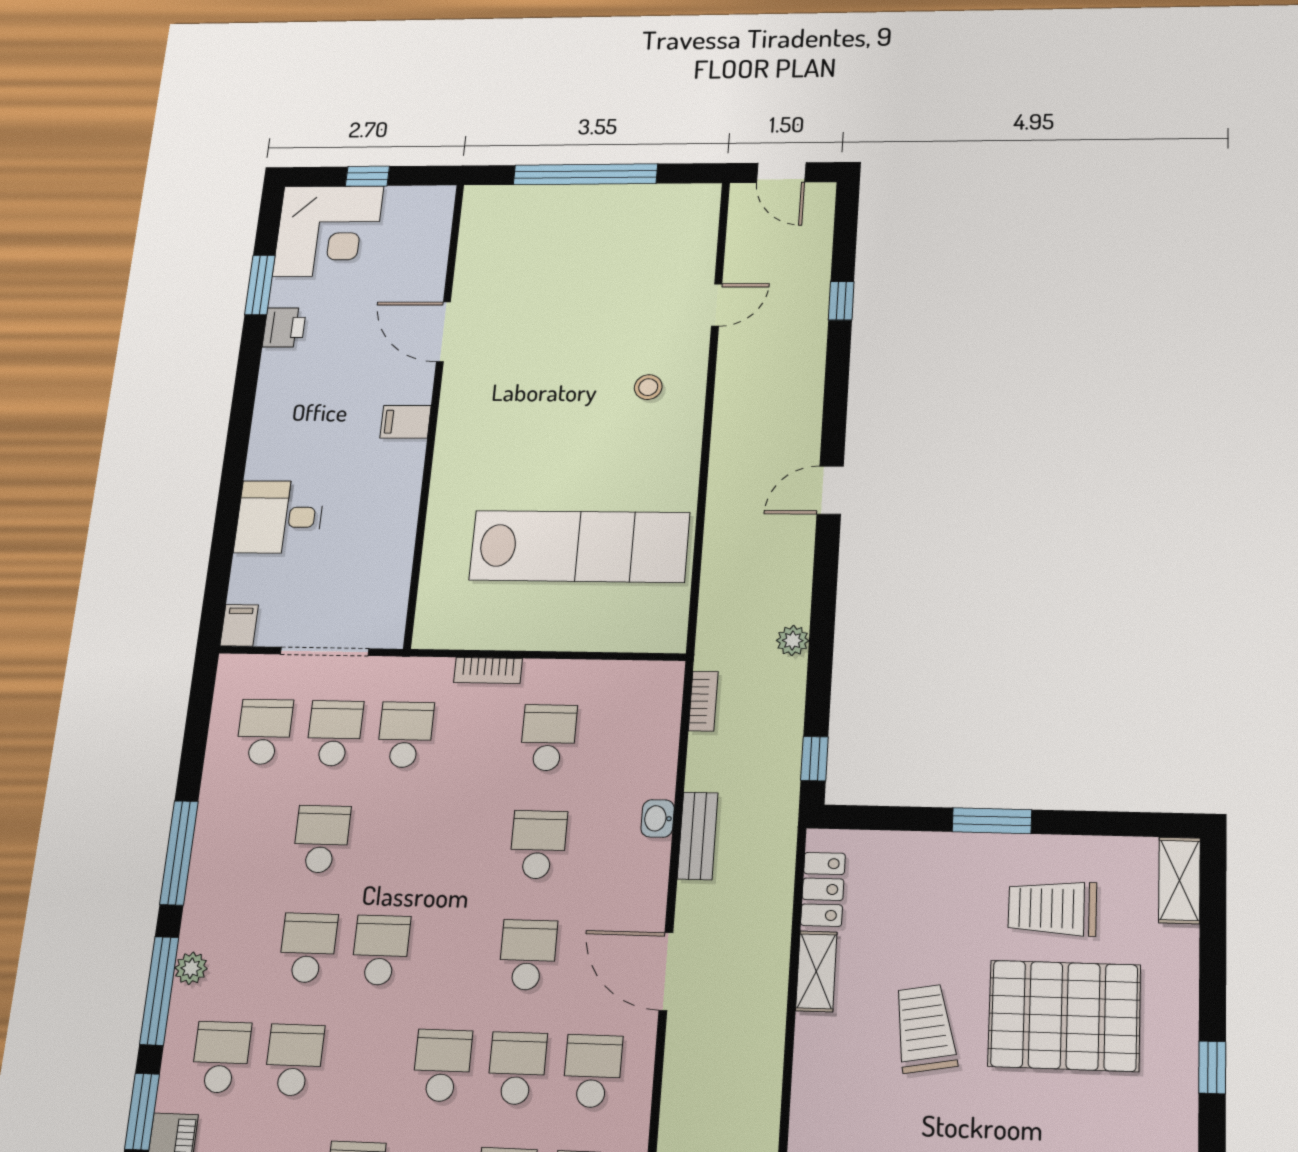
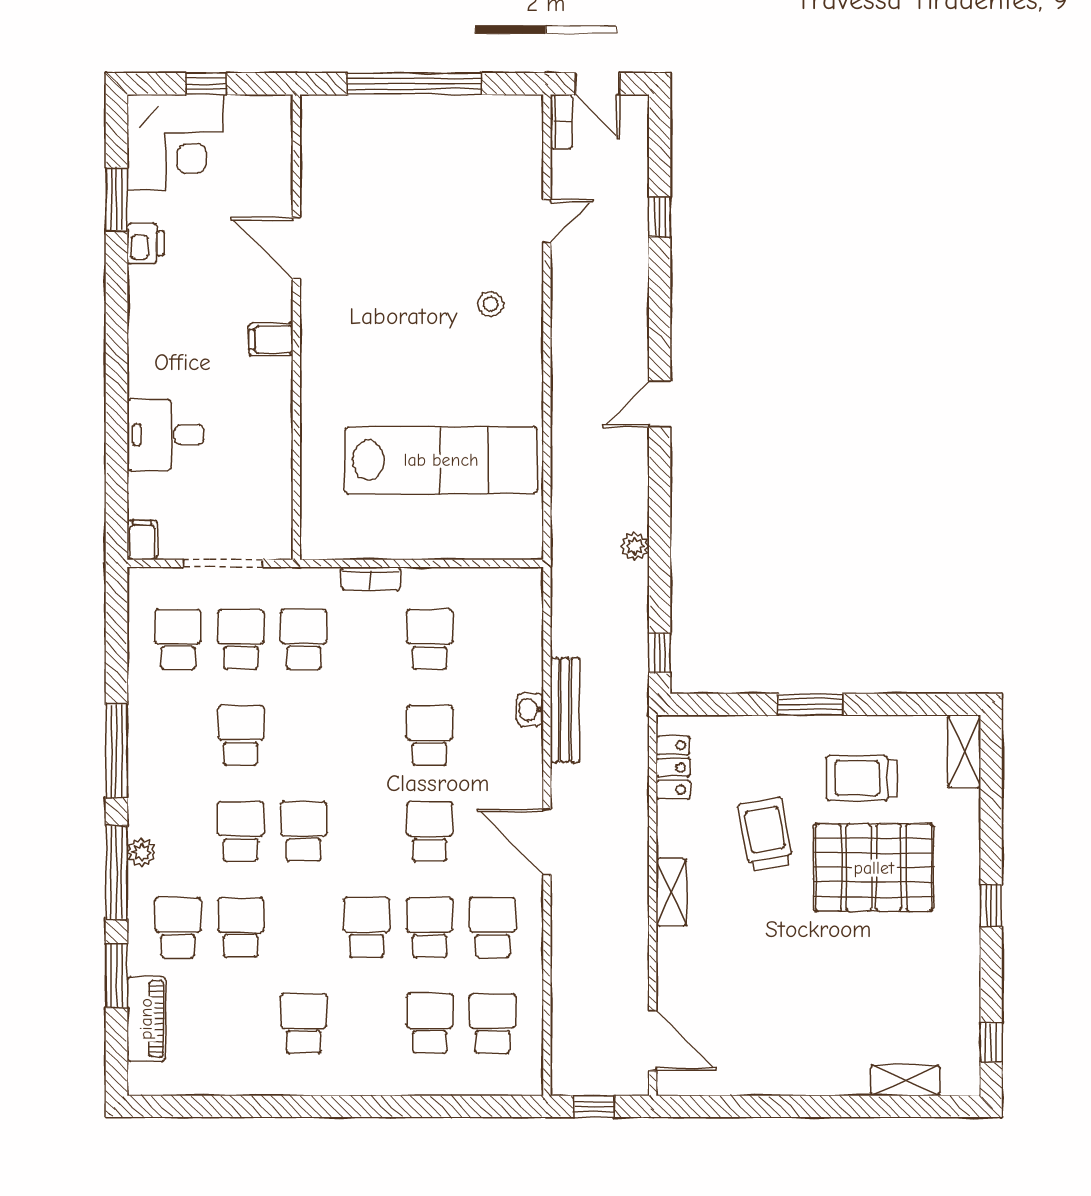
bookcase: (703, 701) -> (561, 122), moved
bench: (698, 836) -> (565, 710), width x1.36
shelving: (816, 971) -> (671, 892), moved
trolley: (925, 1029) -> (766, 834), moved

